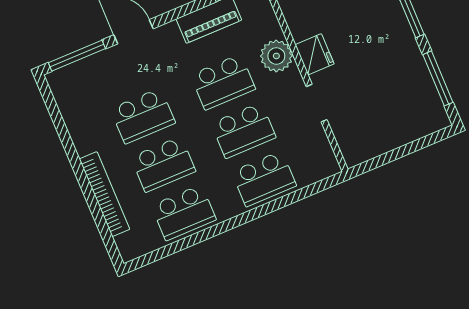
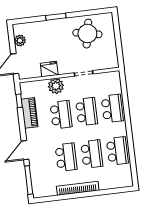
fridge: (315, 54) -> (49, 69), moved
window: (438, 78) -> (88, 13), removed
round table: (397, 88) -> (87, 34), added
bookcase: (104, 194) -> (78, 188), moved

